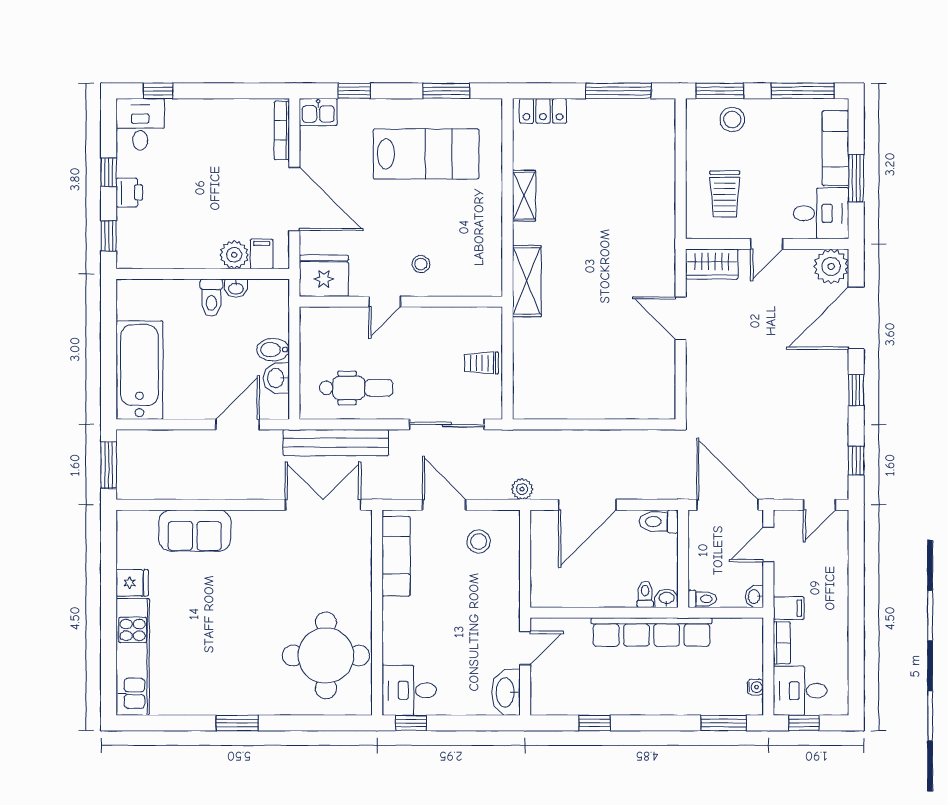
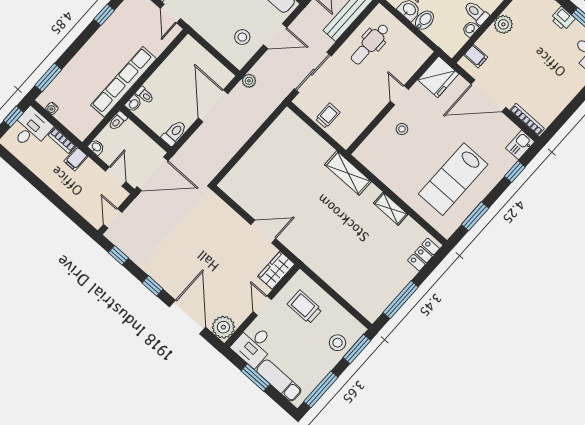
plant: (234, 255) -> (503, 24), moved

